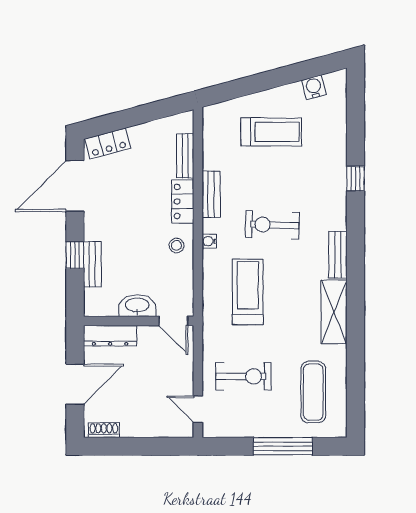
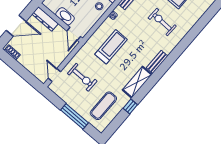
window: (355, 179) -> (130, 107), moved
exercise bike: (272, 225) -> (162, 22), moved

